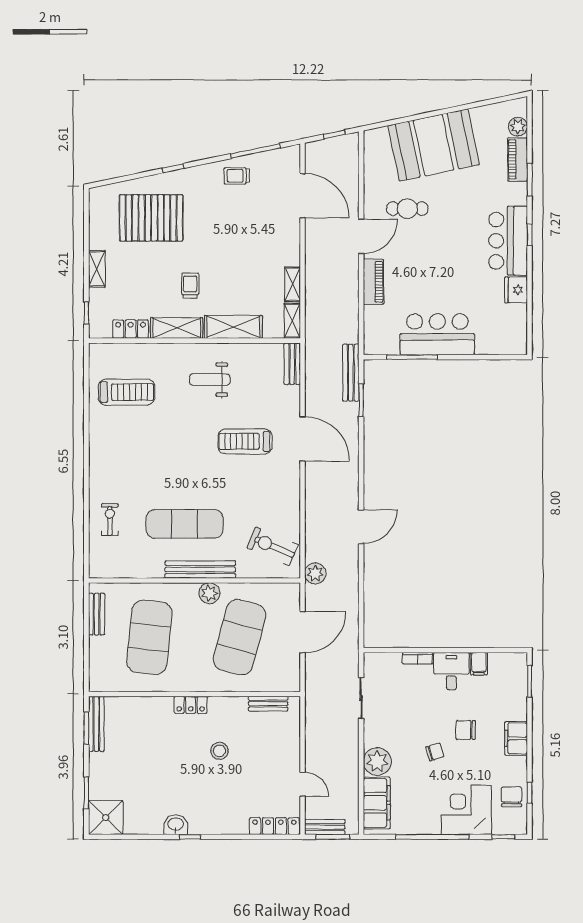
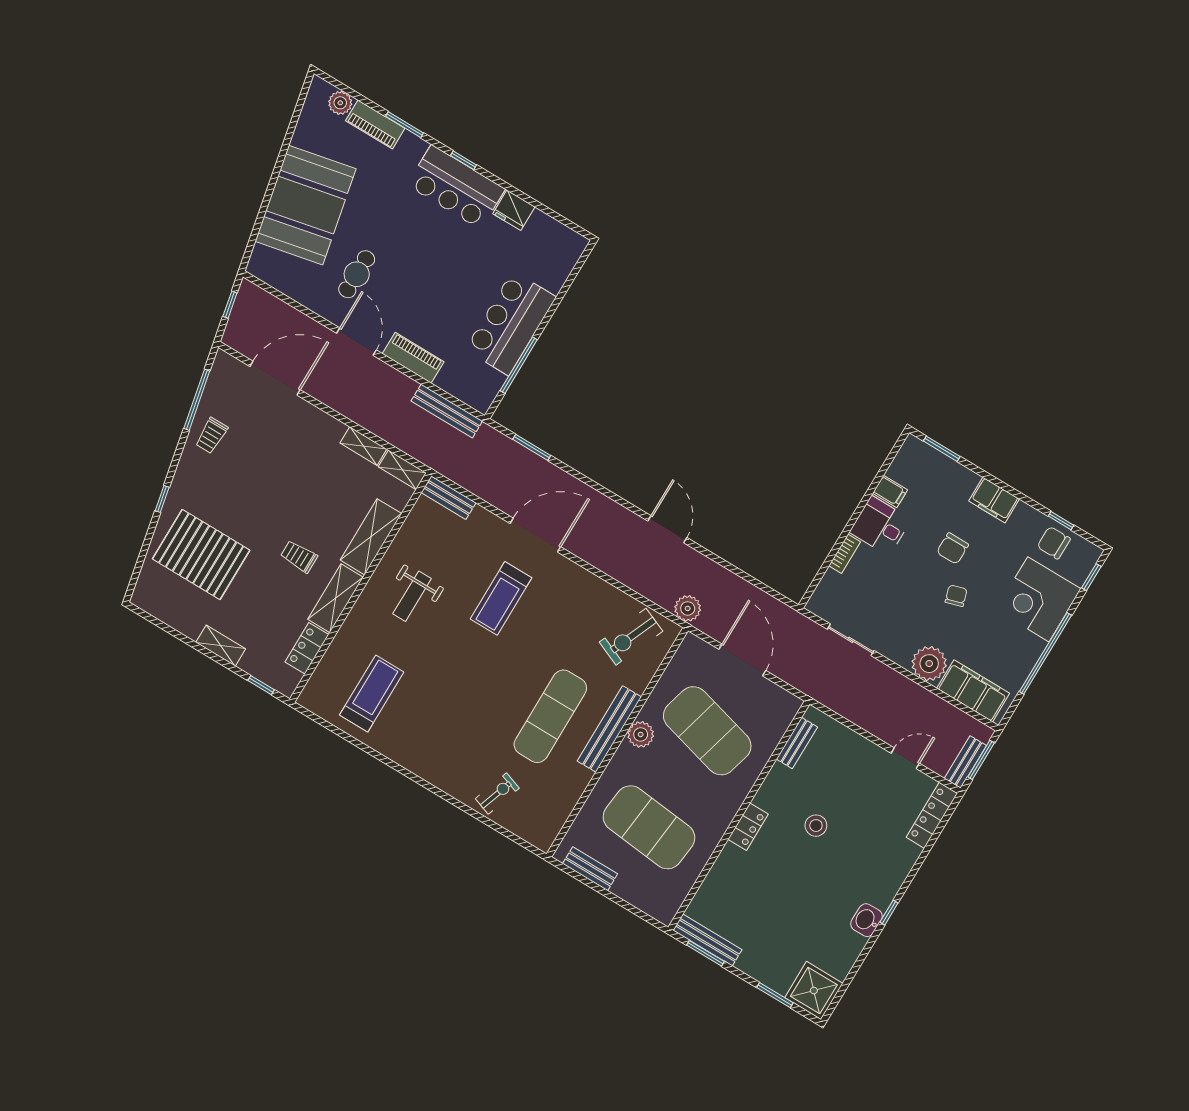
pallet: (151, 218) -> (201, 554), turned 90
bench: (351, 373) -> (447, 411), moved
exercise bike: (110, 519) -> (497, 793), turned 109

